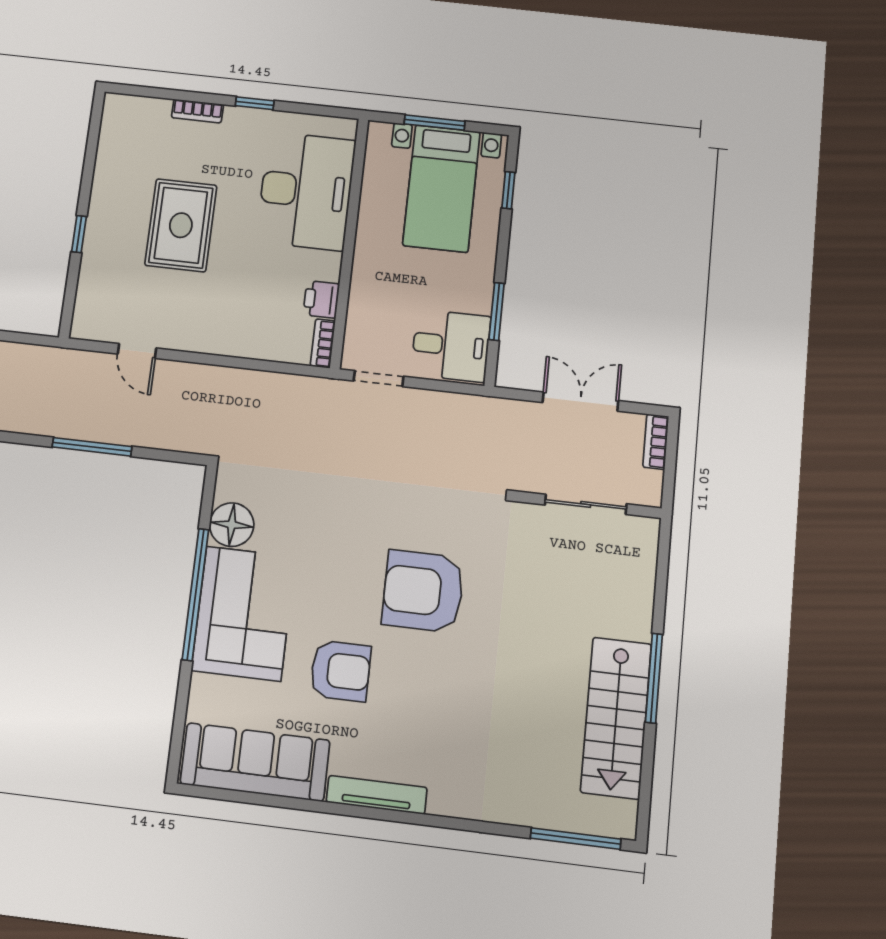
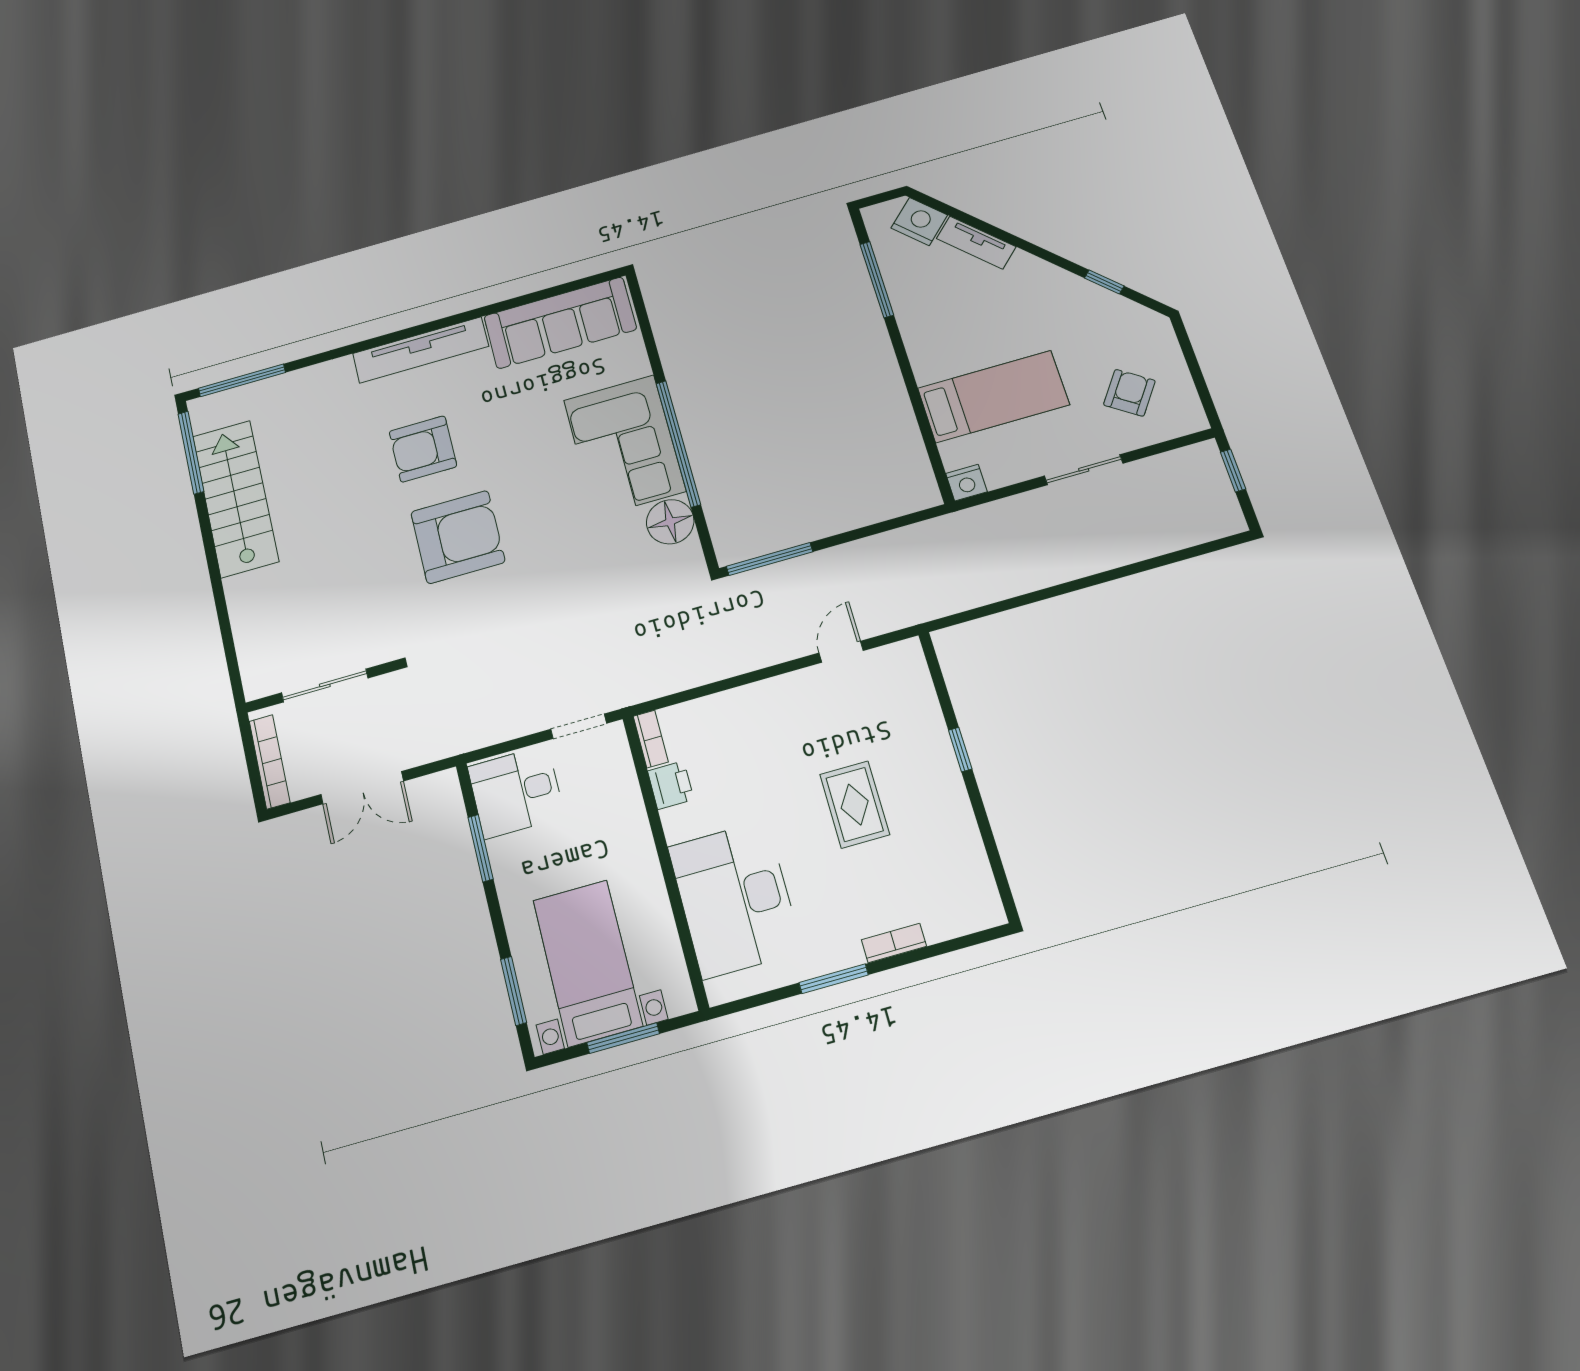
window: (255, 103) -> (834, 979), width x1.50
window: (508, 190) -> (514, 991), width x1.50
rug: (181, 225) -> (855, 804), width x0.73, depth x0.70
door: (137, 351) -> (841, 652), hinge flipped
bookcase: (656, 442) -> (270, 762), width x1.56
window: (92, 447) -> (770, 559), moved
armchair: (340, 671) -> (423, 449), moved
window: (654, 678) -> (191, 453), moved
tv unit: (377, 795) -> (421, 350), width x1.36, depth x1.29

